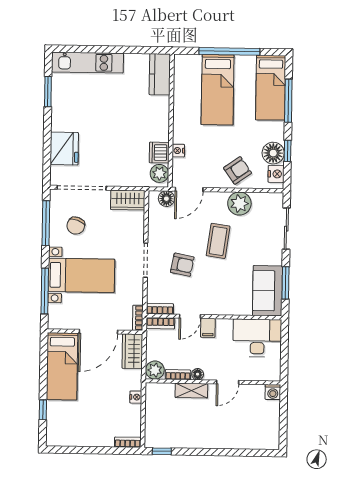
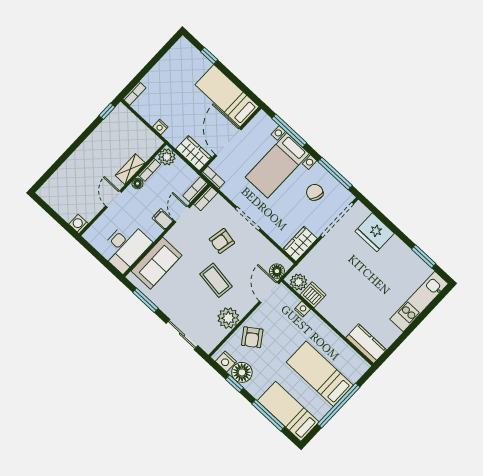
sofa: (267, 291) -> (156, 263), moved, turned 90

